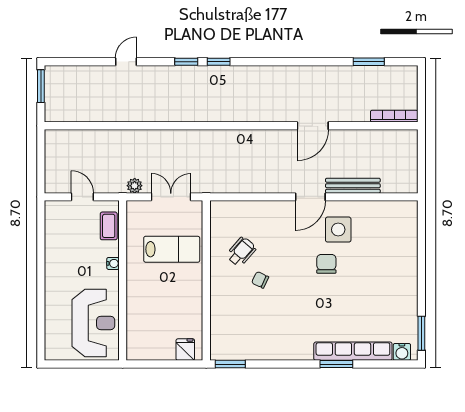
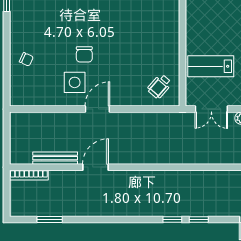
bench: (353, 186) -> (55, 158), moved
wheelchair: (241, 252) -> (159, 86), moved
chair: (260, 280) -> (26, 59), moved

